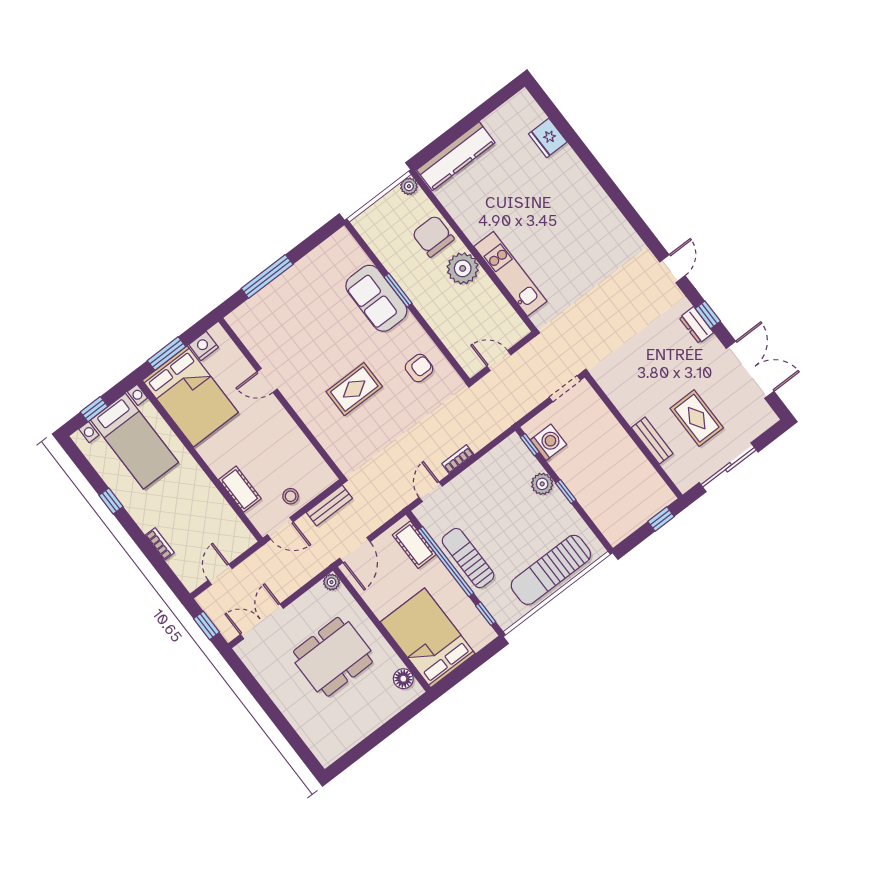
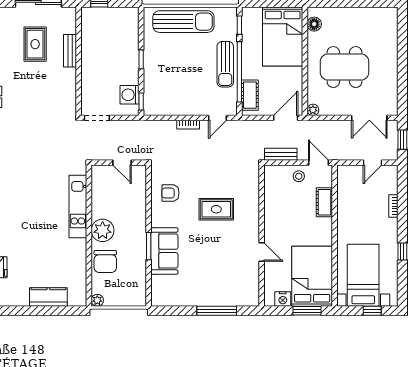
kitchen counter: (456, 156) -> (48, 297), width x0.67
plant: (542, 484) -> (151, 74), removed

